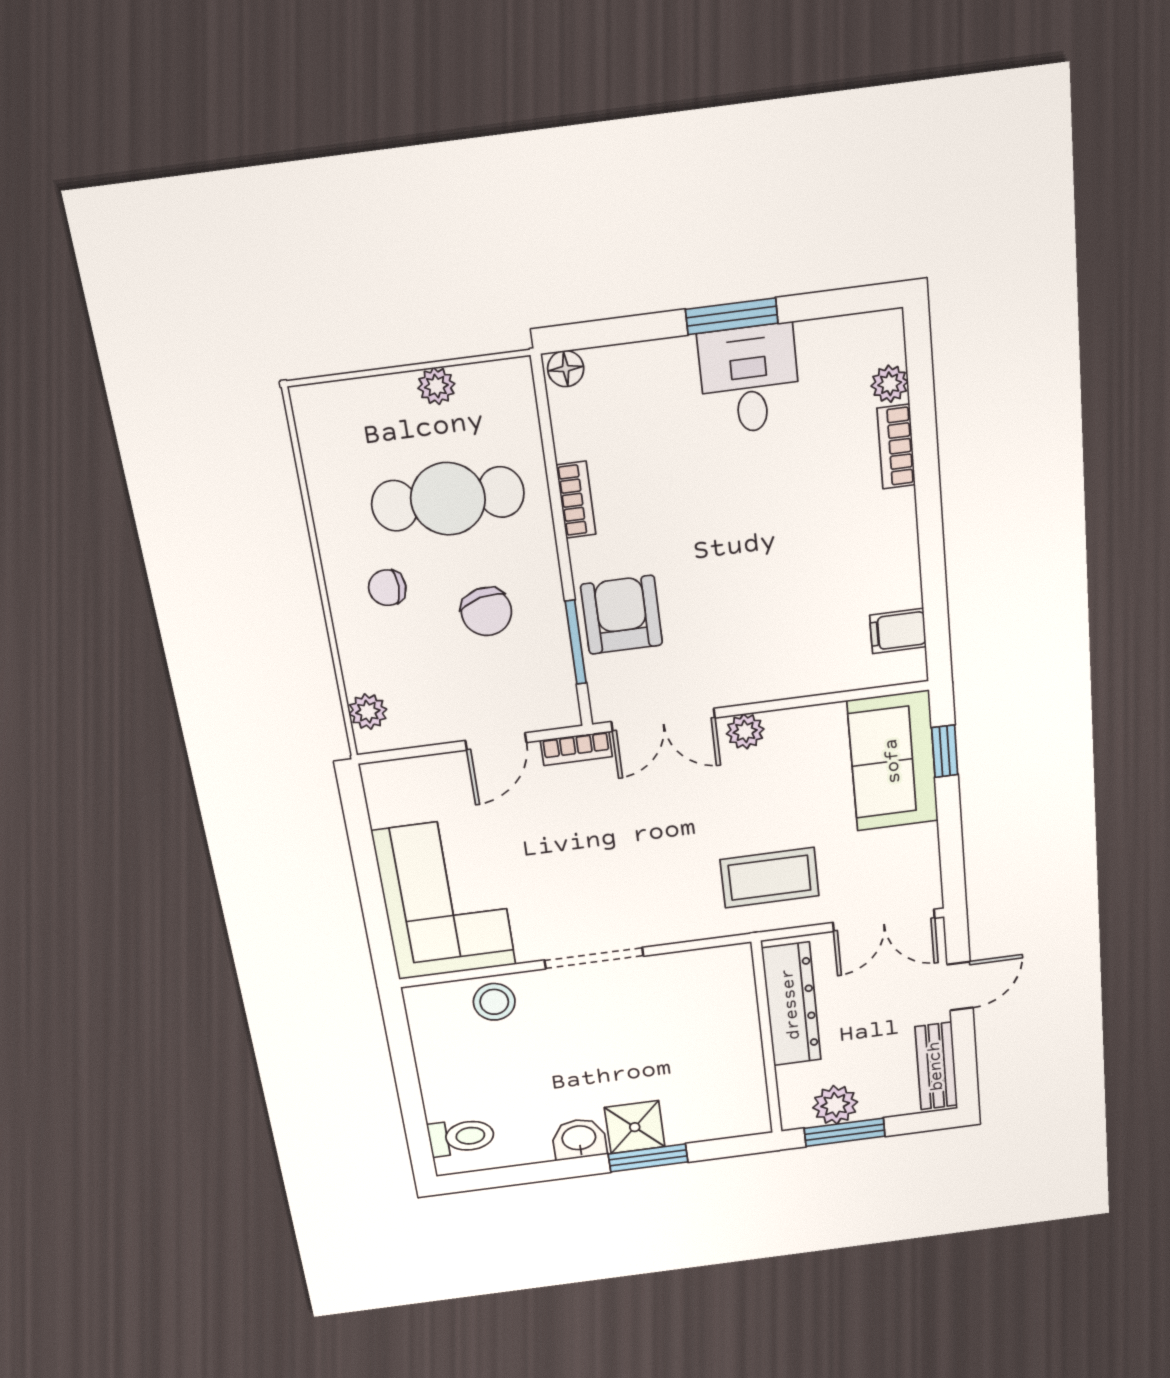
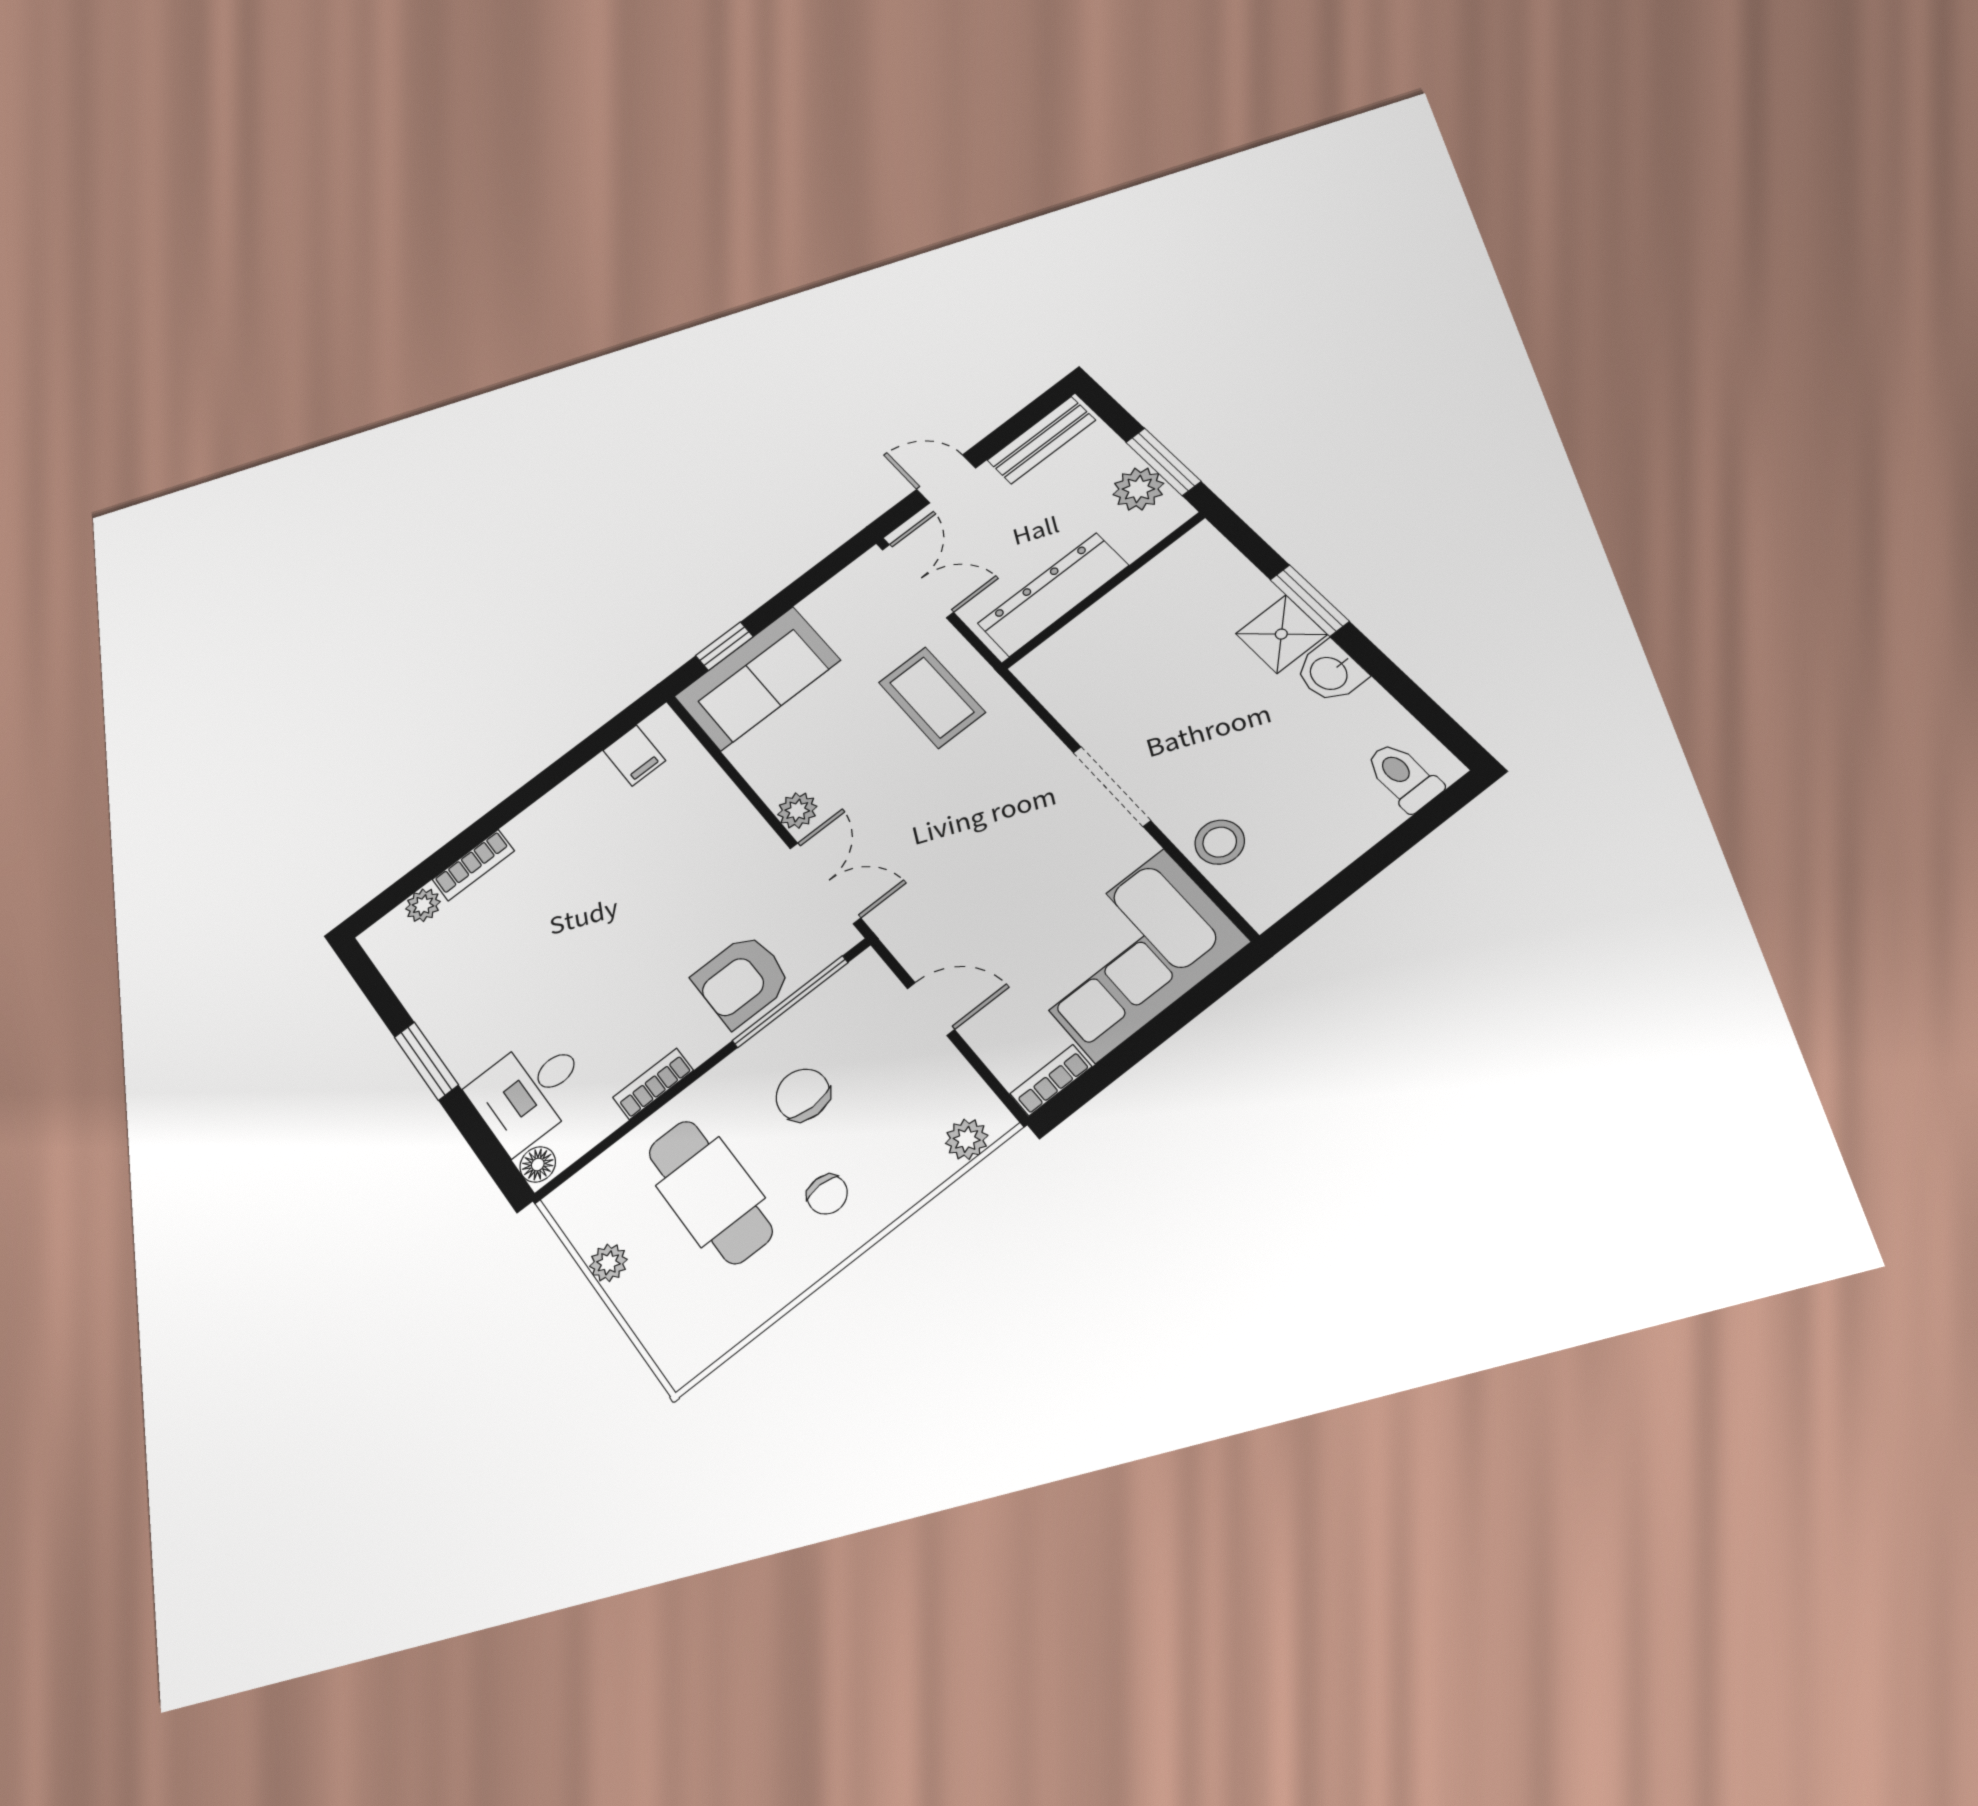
desk: (749, 379) -> (529, 1091), moved
chair: (486, 612) -> (803, 1095), turned -76
window: (576, 642) -> (790, 1002), width x1.44
bookcase: (576, 748) -> (1051, 1080), moved, turned -90

